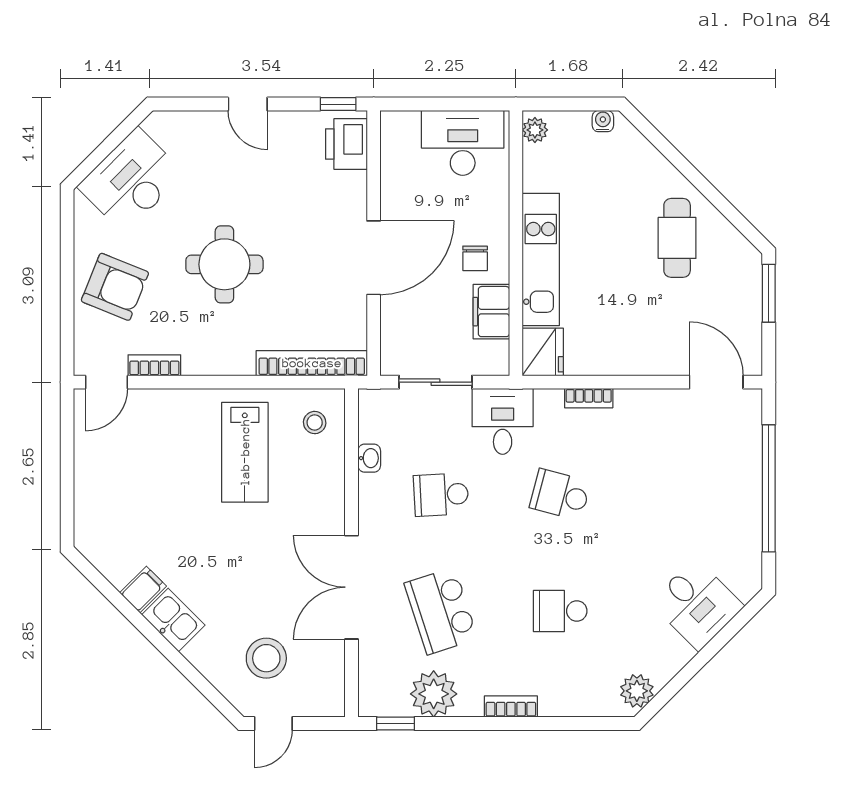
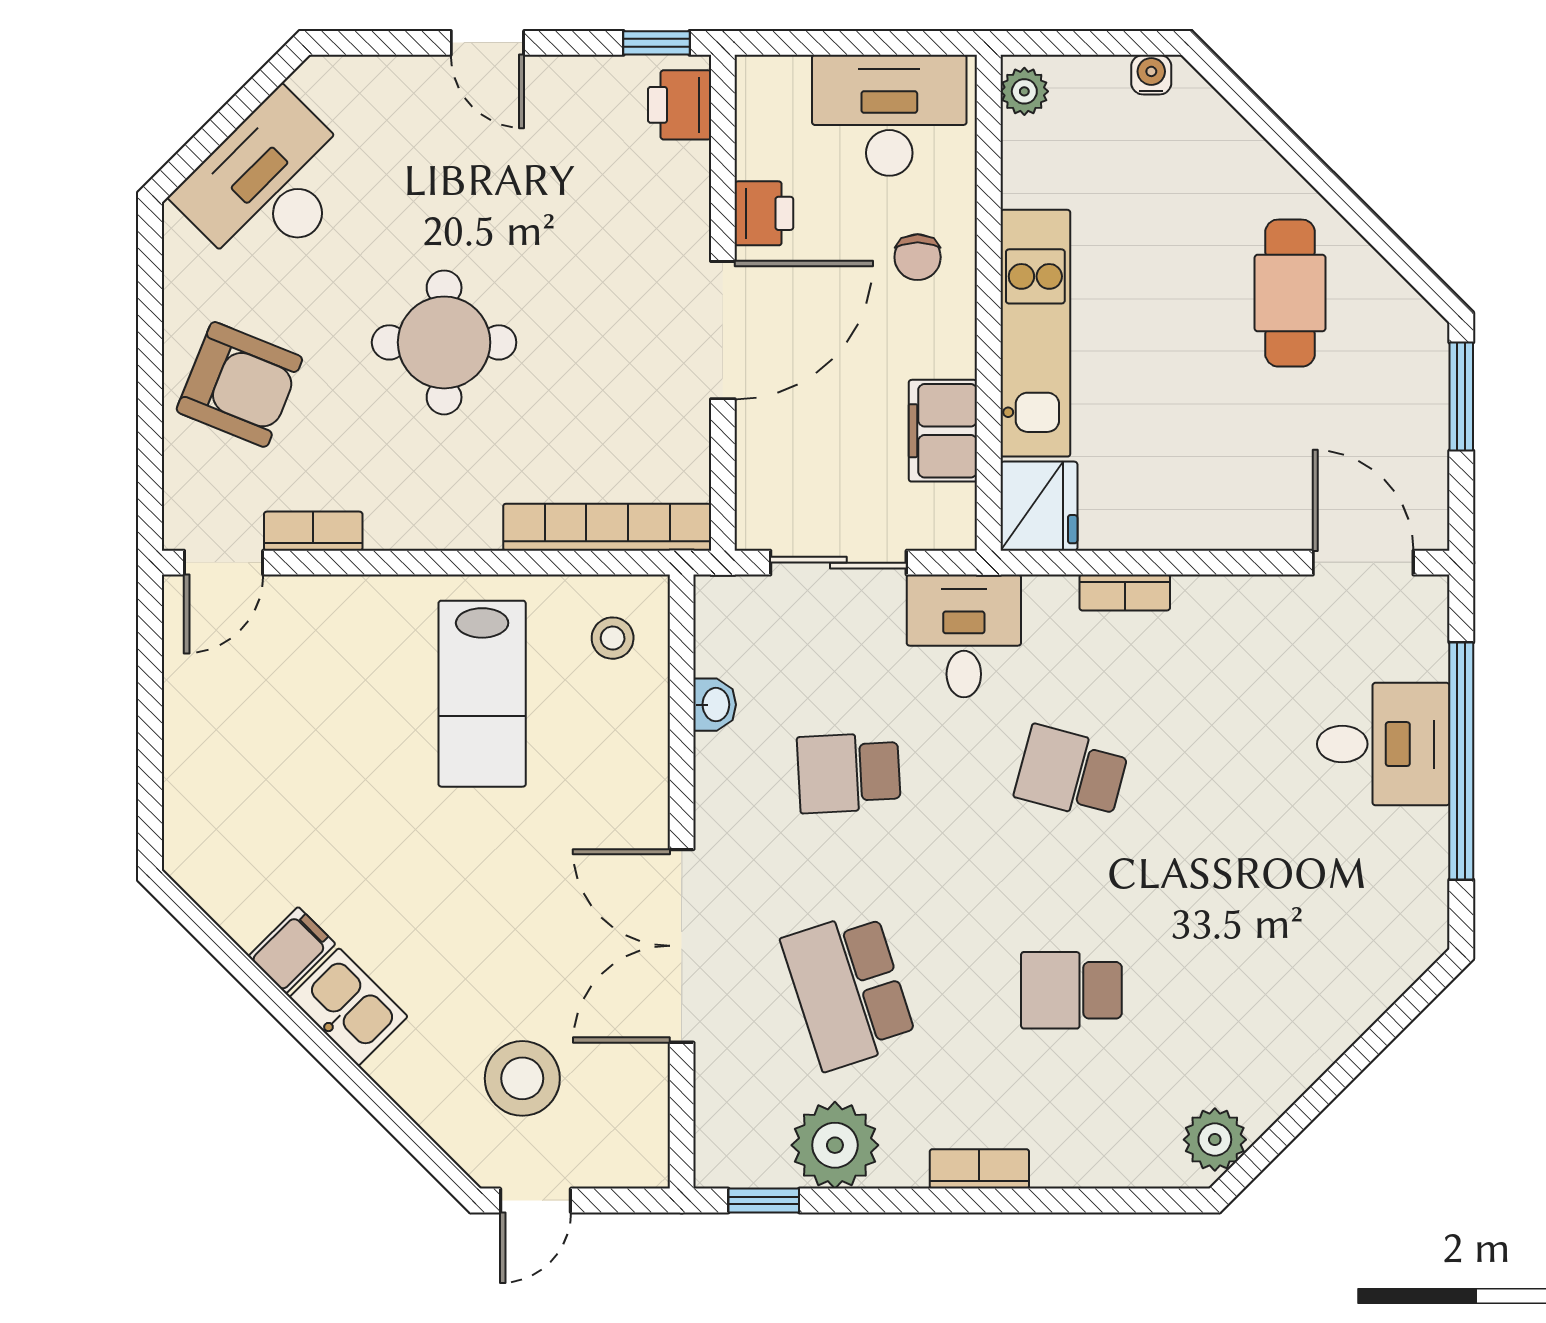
printer: (346, 144) -> (680, 105), width x0.73, depth x0.81
printer: (396, 195) -> (764, 213), added
chair: (475, 258) -> (918, 257), moved
desk: (697, 604) -> (1383, 744), moved, turned -45

